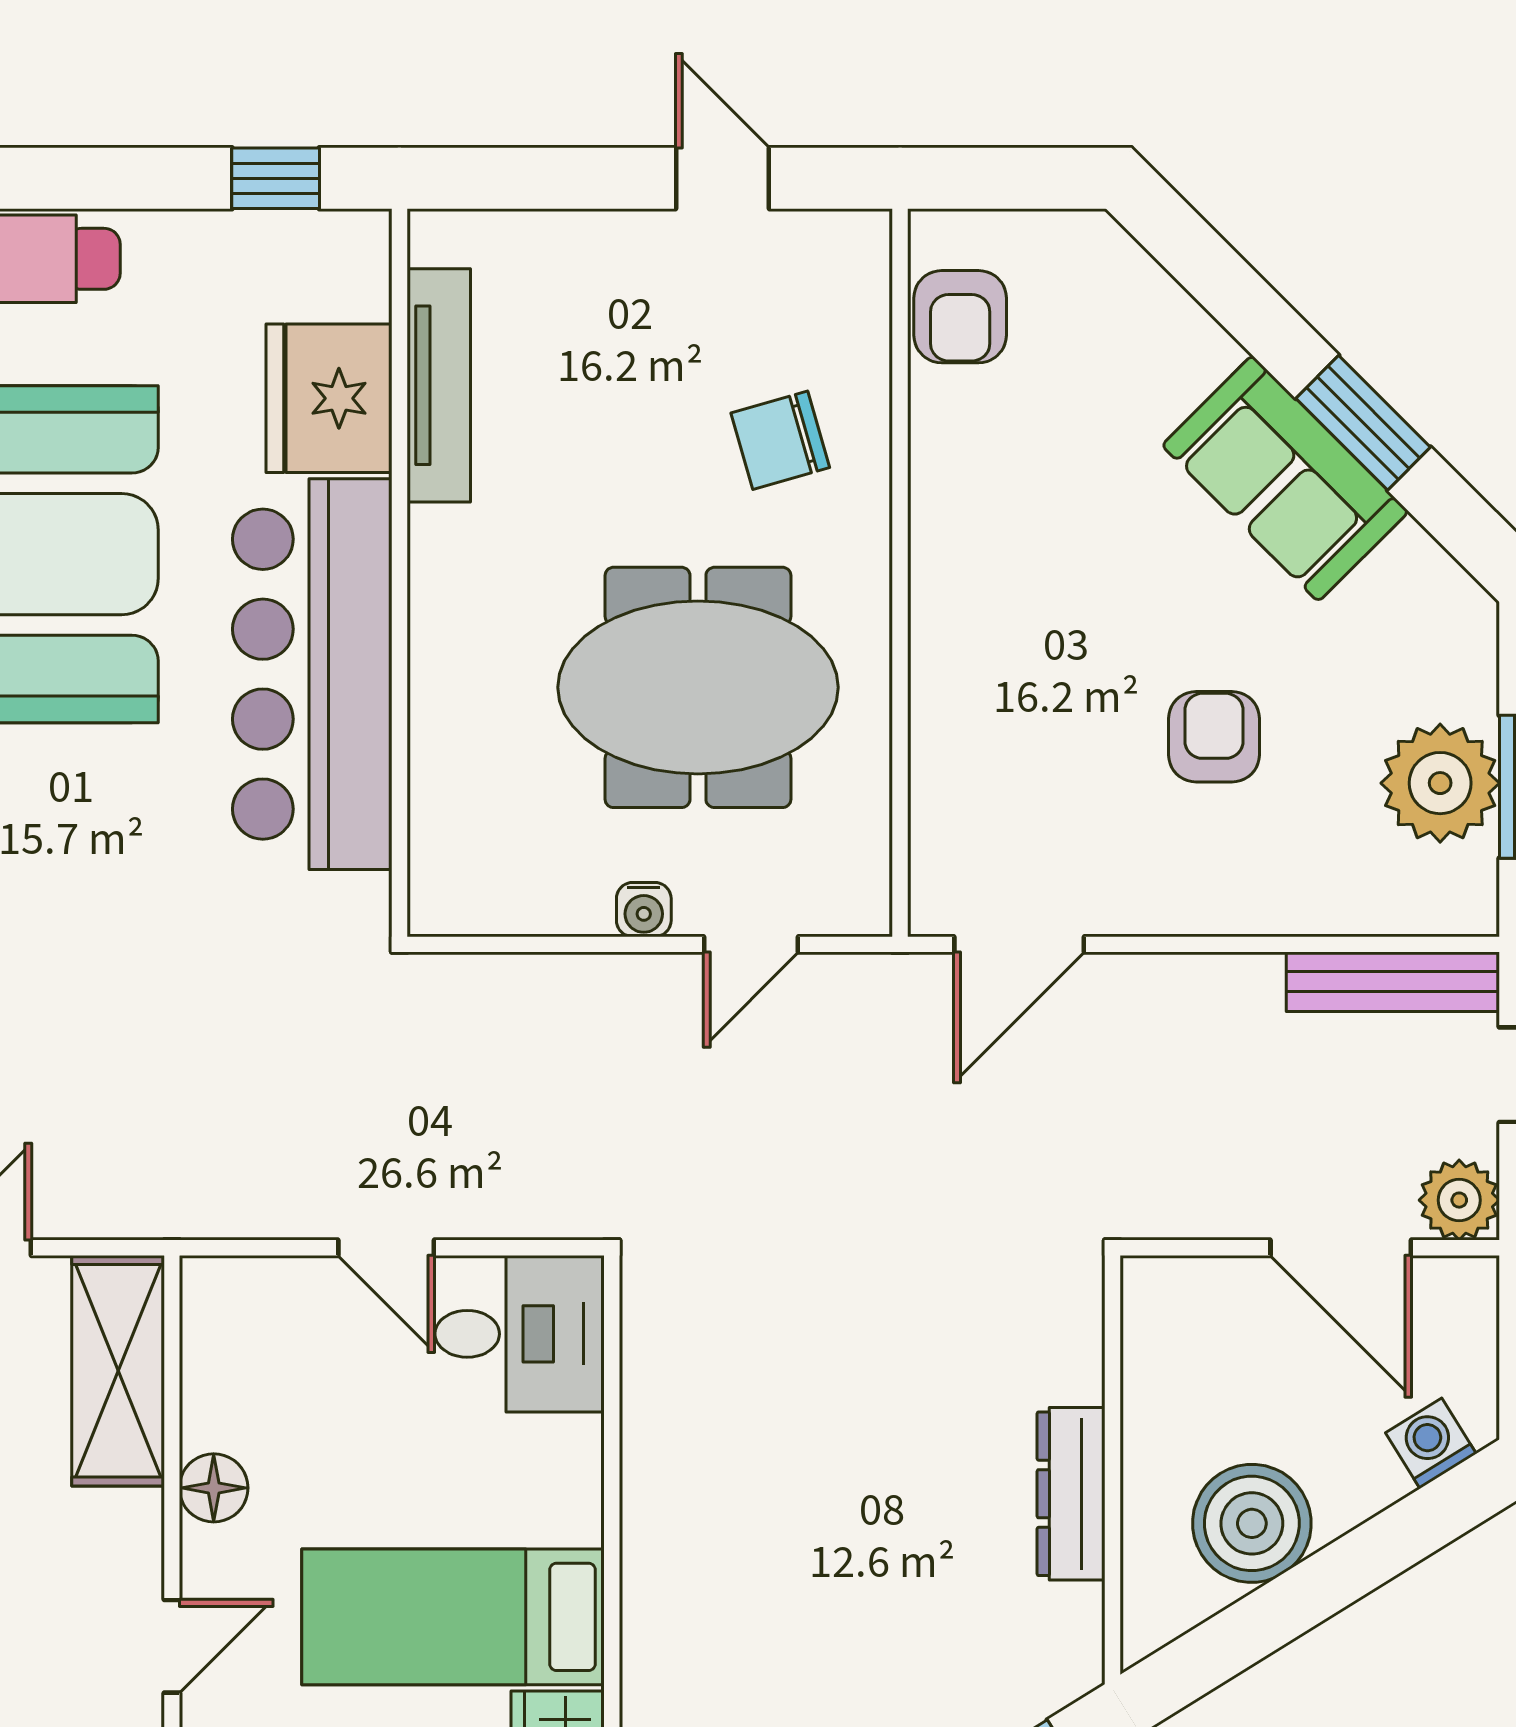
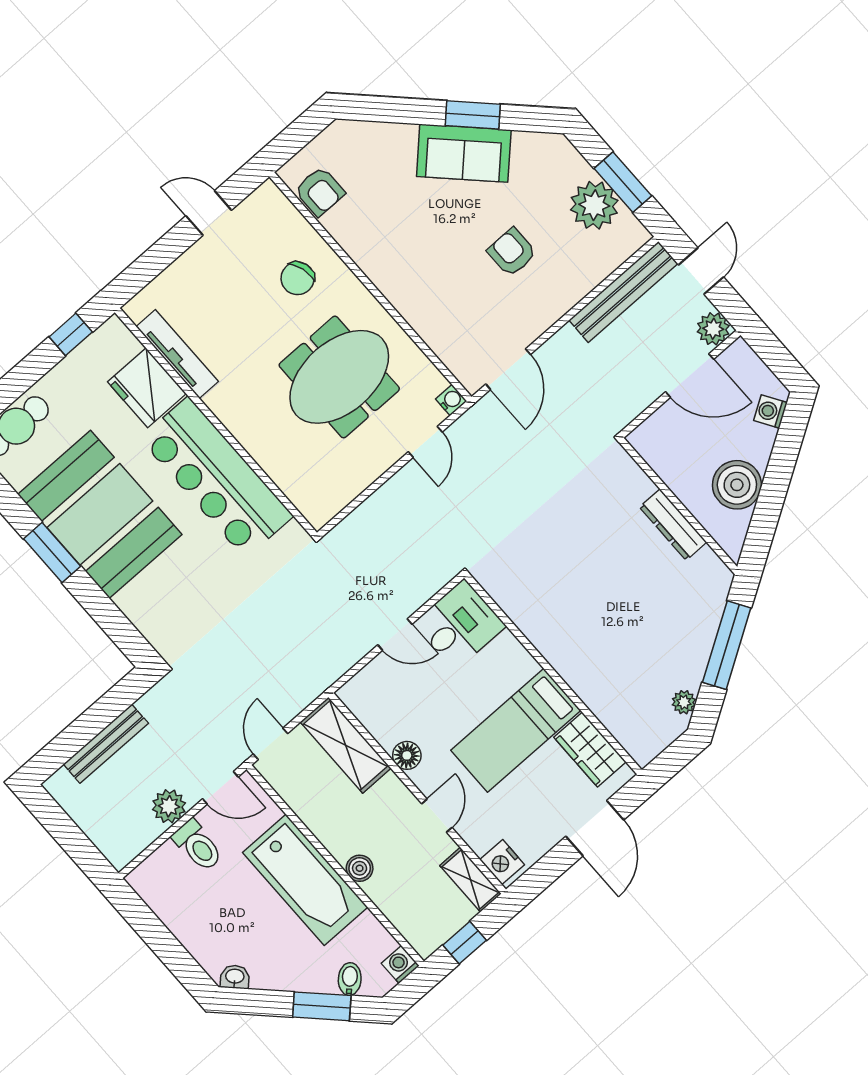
water cooler: (644, 910) -> (451, 400), moved, turned -90
bench: (1393, 982) -> (623, 292), width x1.37, depth x1.21

